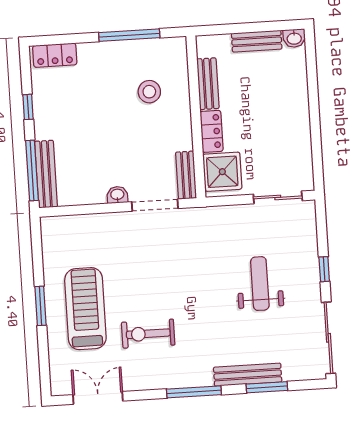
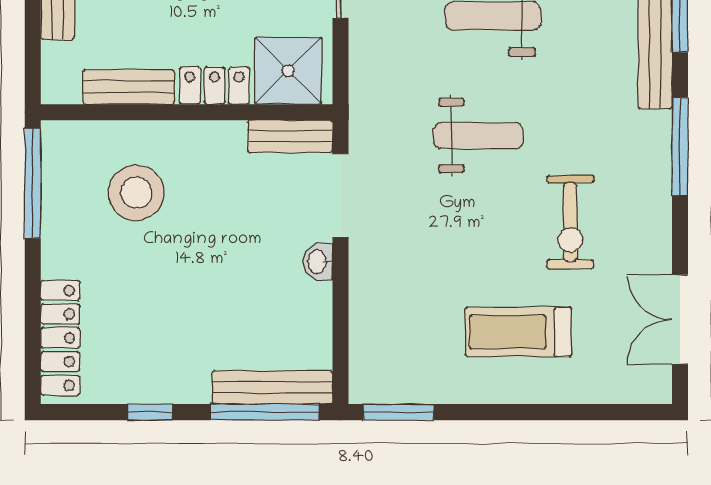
window: (129, 35) -> (33, 183), moved
locker: (55, 55) -> (60, 338), width x1.53
stool: (149, 92) -> (136, 193), width x1.38, depth x1.38
weight bench: (193, 279) -> (478, 136), added
window: (41, 306) -> (399, 412), moved
treadmill: (85, 309) -> (518, 332), width x0.73, depth x0.73

